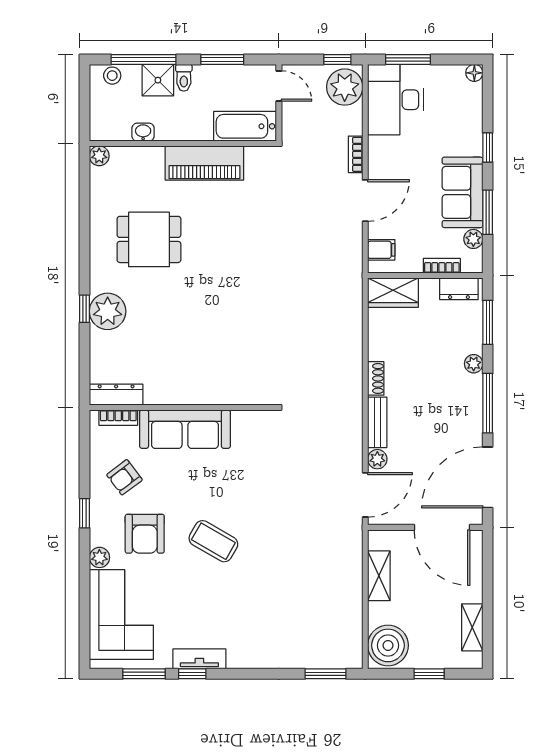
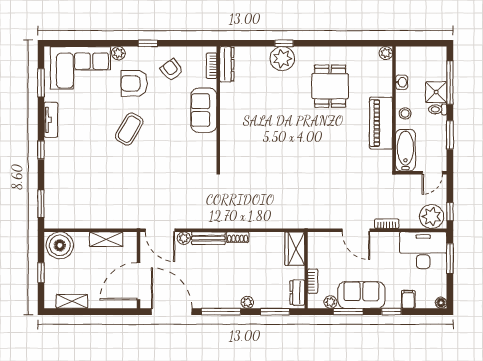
stool: (112, 76) -> (405, 113), moved
filing cabinet: (381, 250) -> (408, 299), moved, turned 180
sofa: (185, 429) -> (204, 110), width x0.73
window: (192, 674) -> (41, 150), moved

